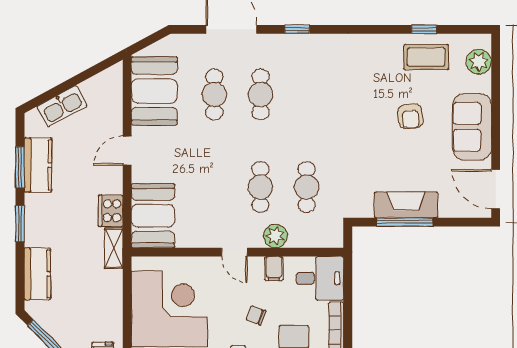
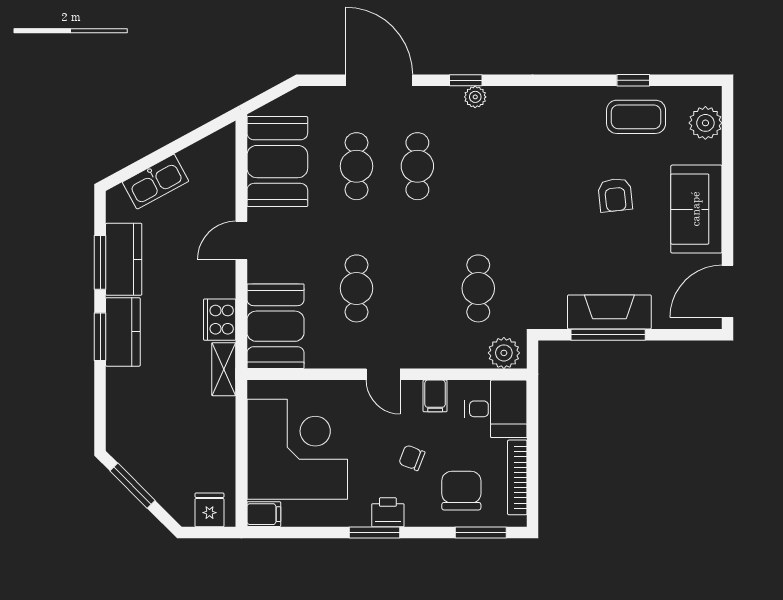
plant: (304, 42) -> (475, 97), added
cafe table: (260, 187) -> (357, 288), moved
door: (496, 189) -> (728, 291), hinge flipped
plant: (275, 236) -> (504, 353), moved
kitchen counter: (37, 274) -> (123, 332), moved

